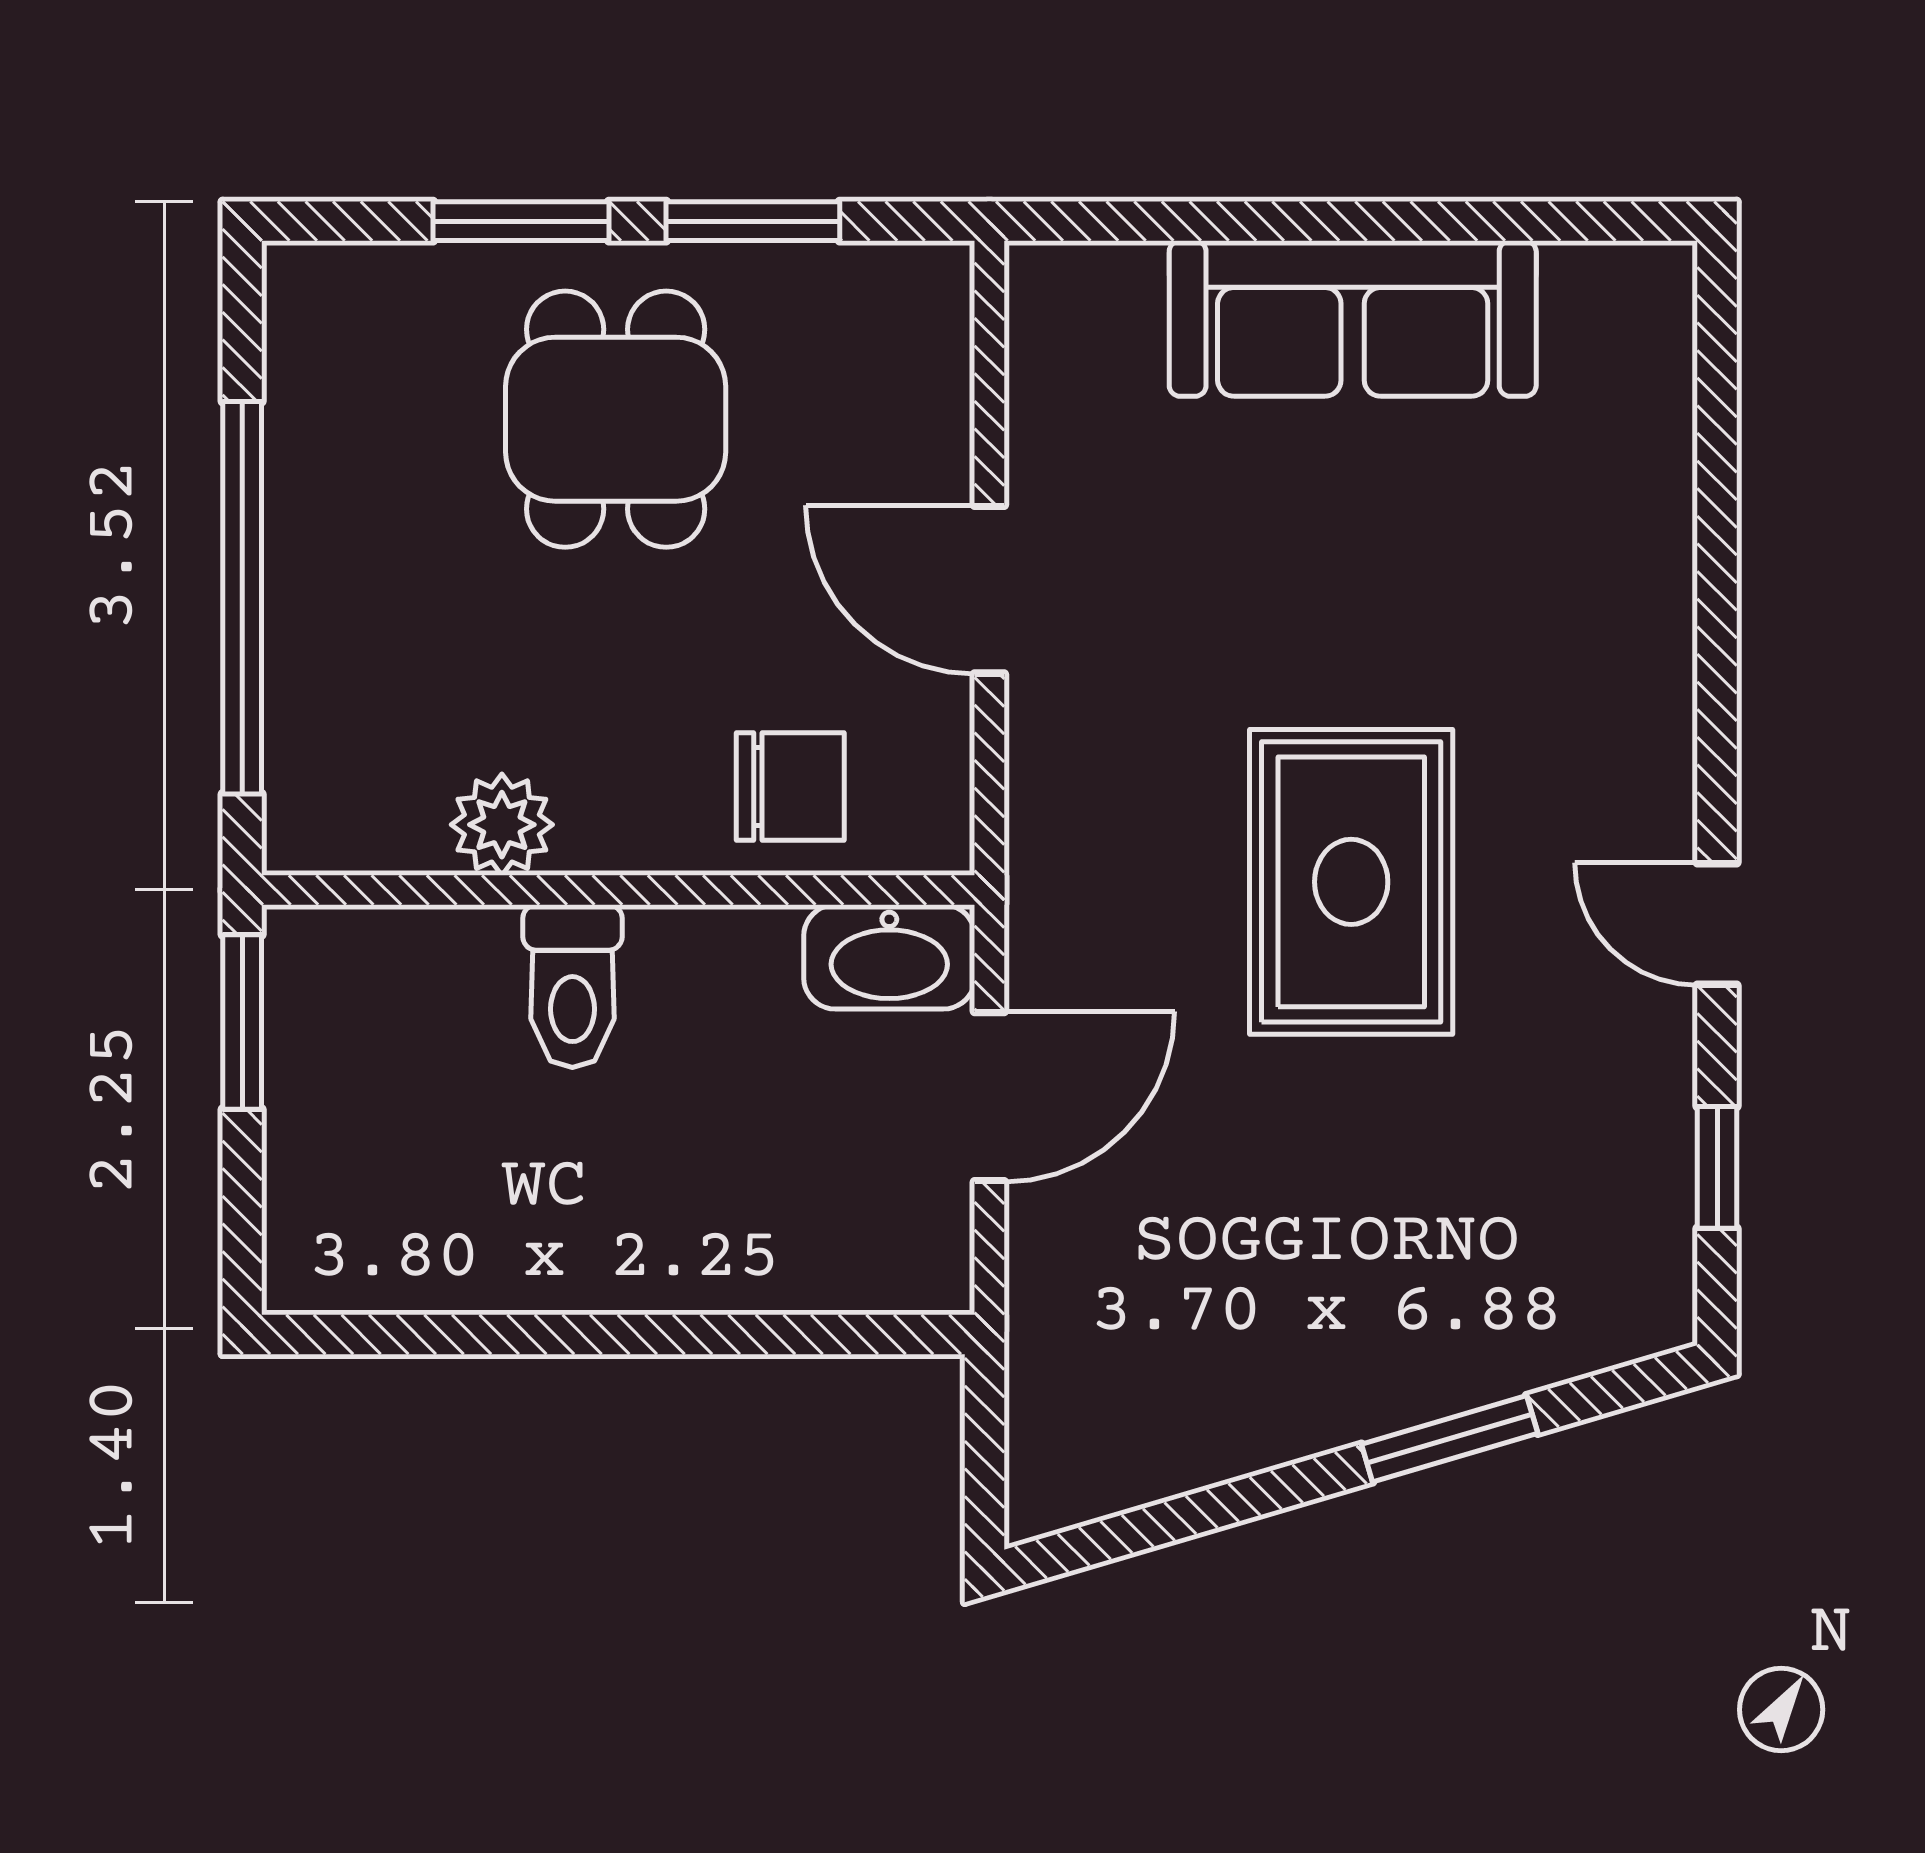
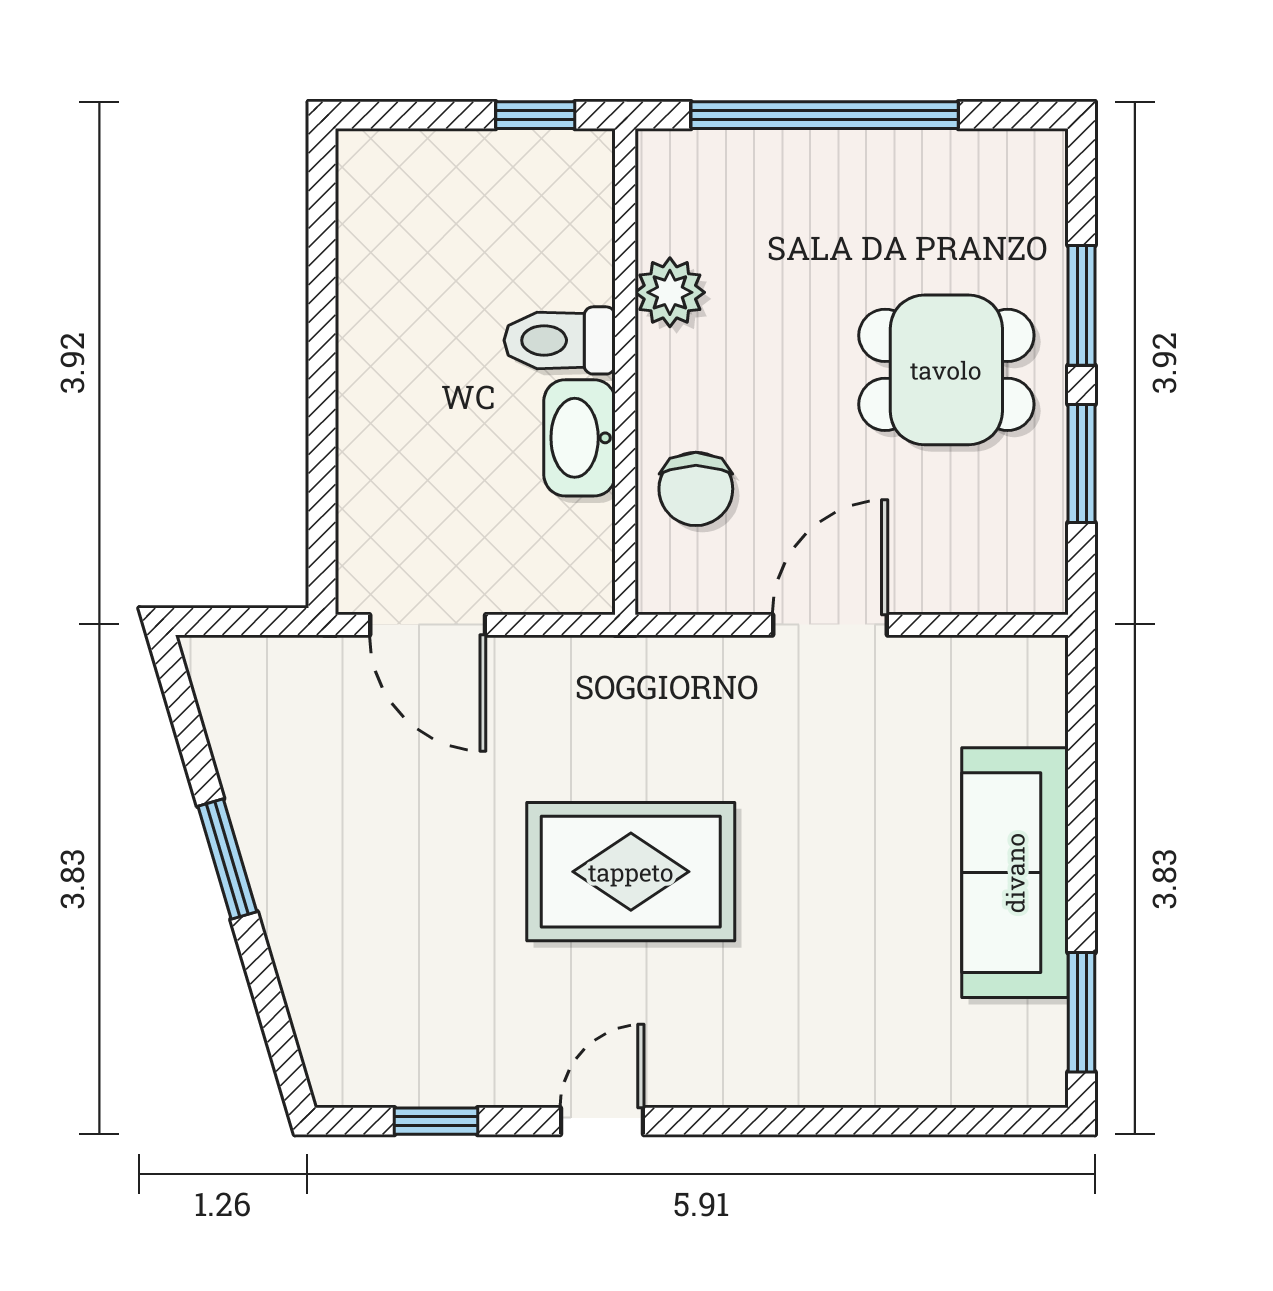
window: (1557, 221) -> (1082, 1012), added
washbasin: (889, 957) -> (580, 438), moved
window: (242, 1022) -> (535, 115), width x0.67
door: (989, 1097) -> (428, 625), moved
window: (1450, 1439) -> (227, 859), moved

